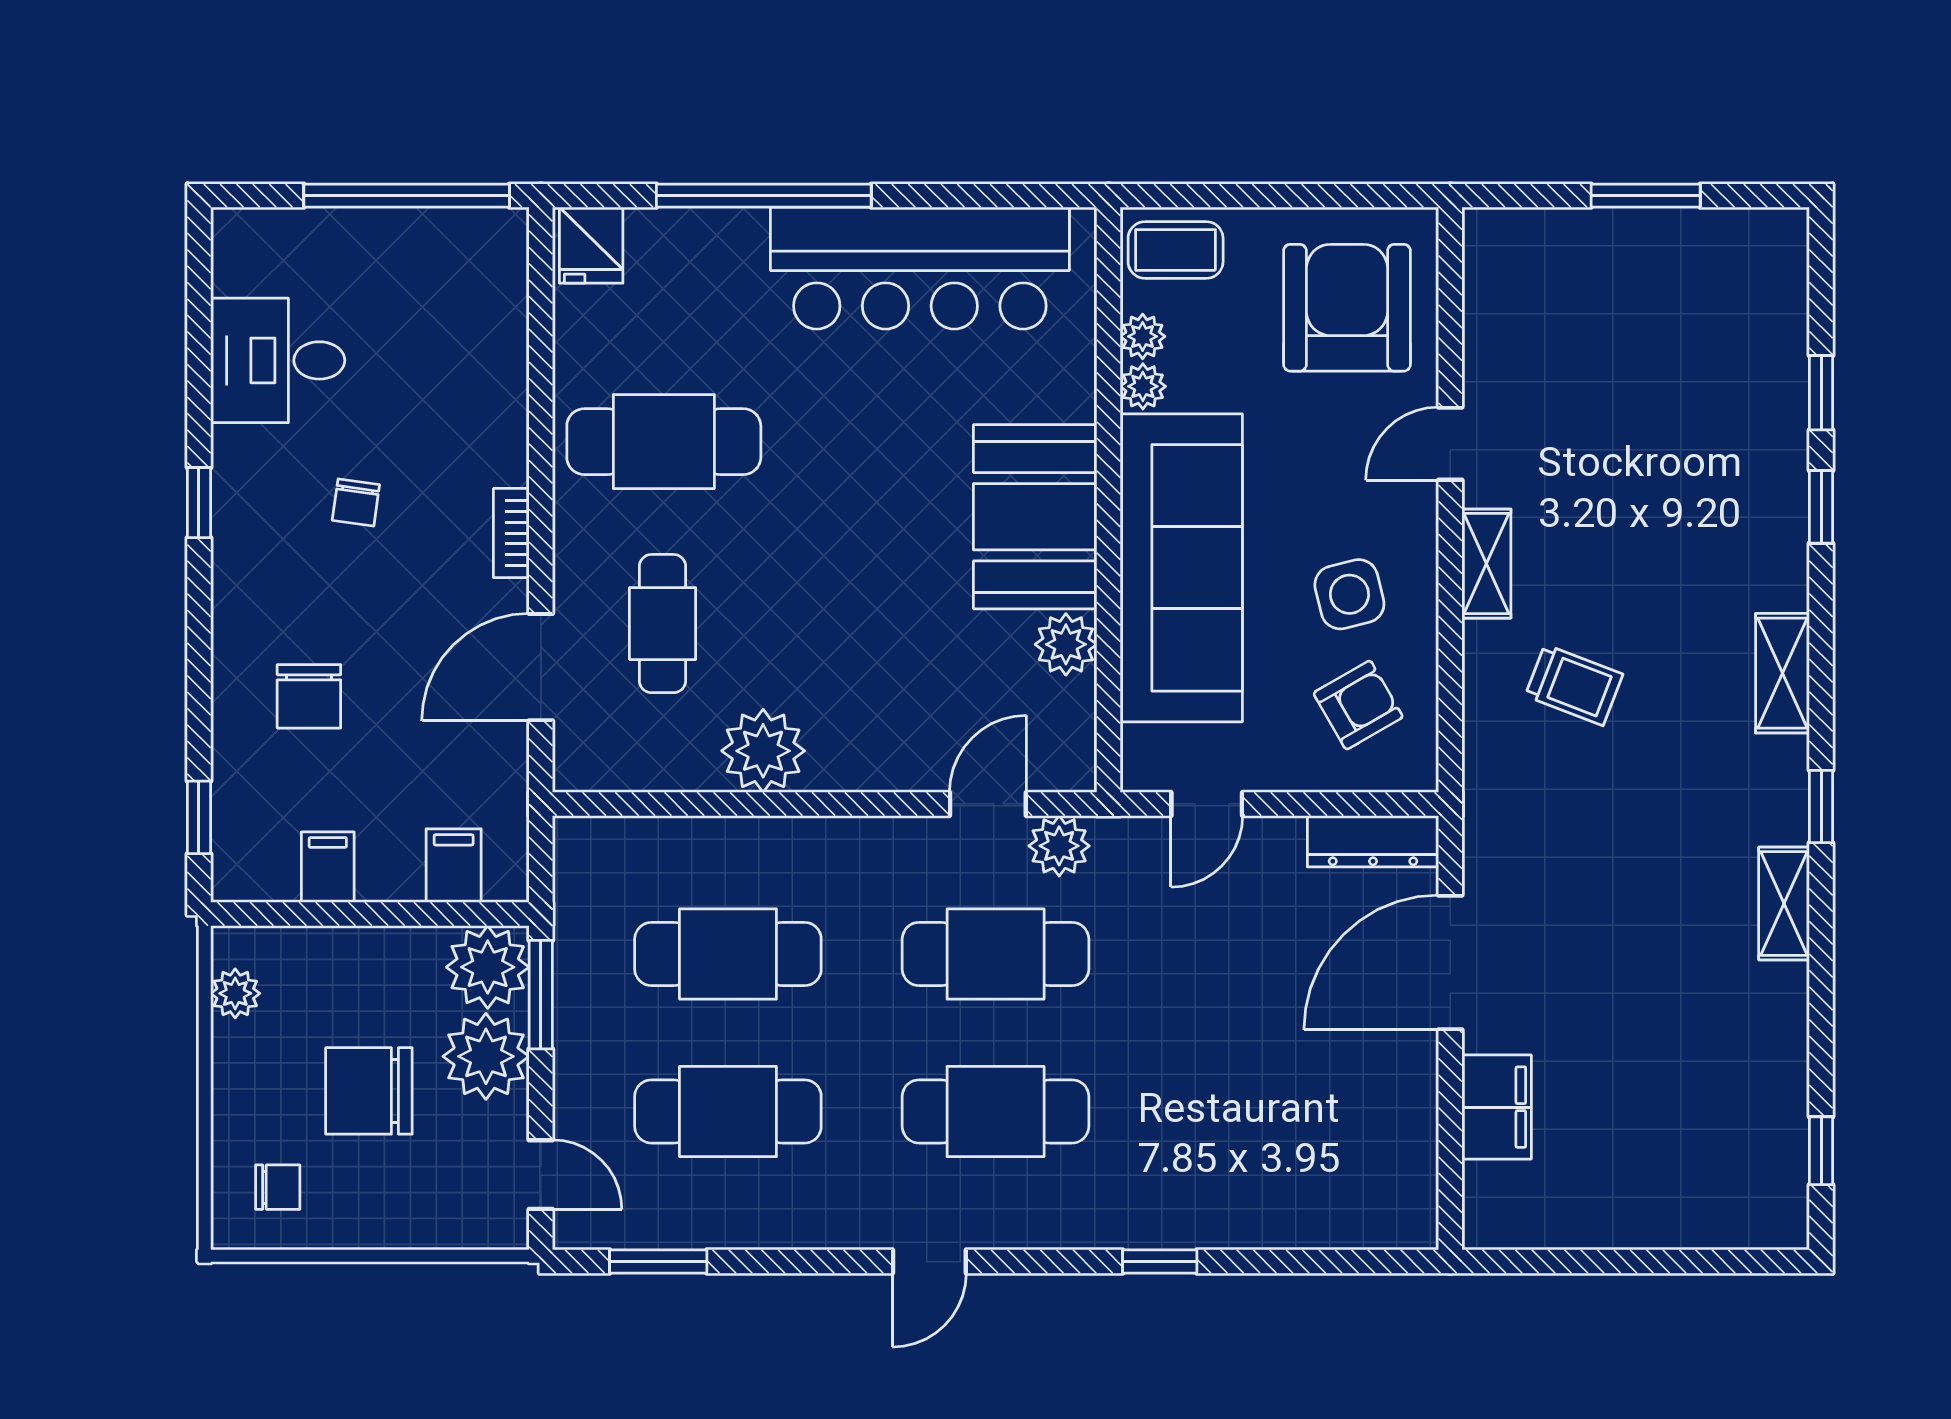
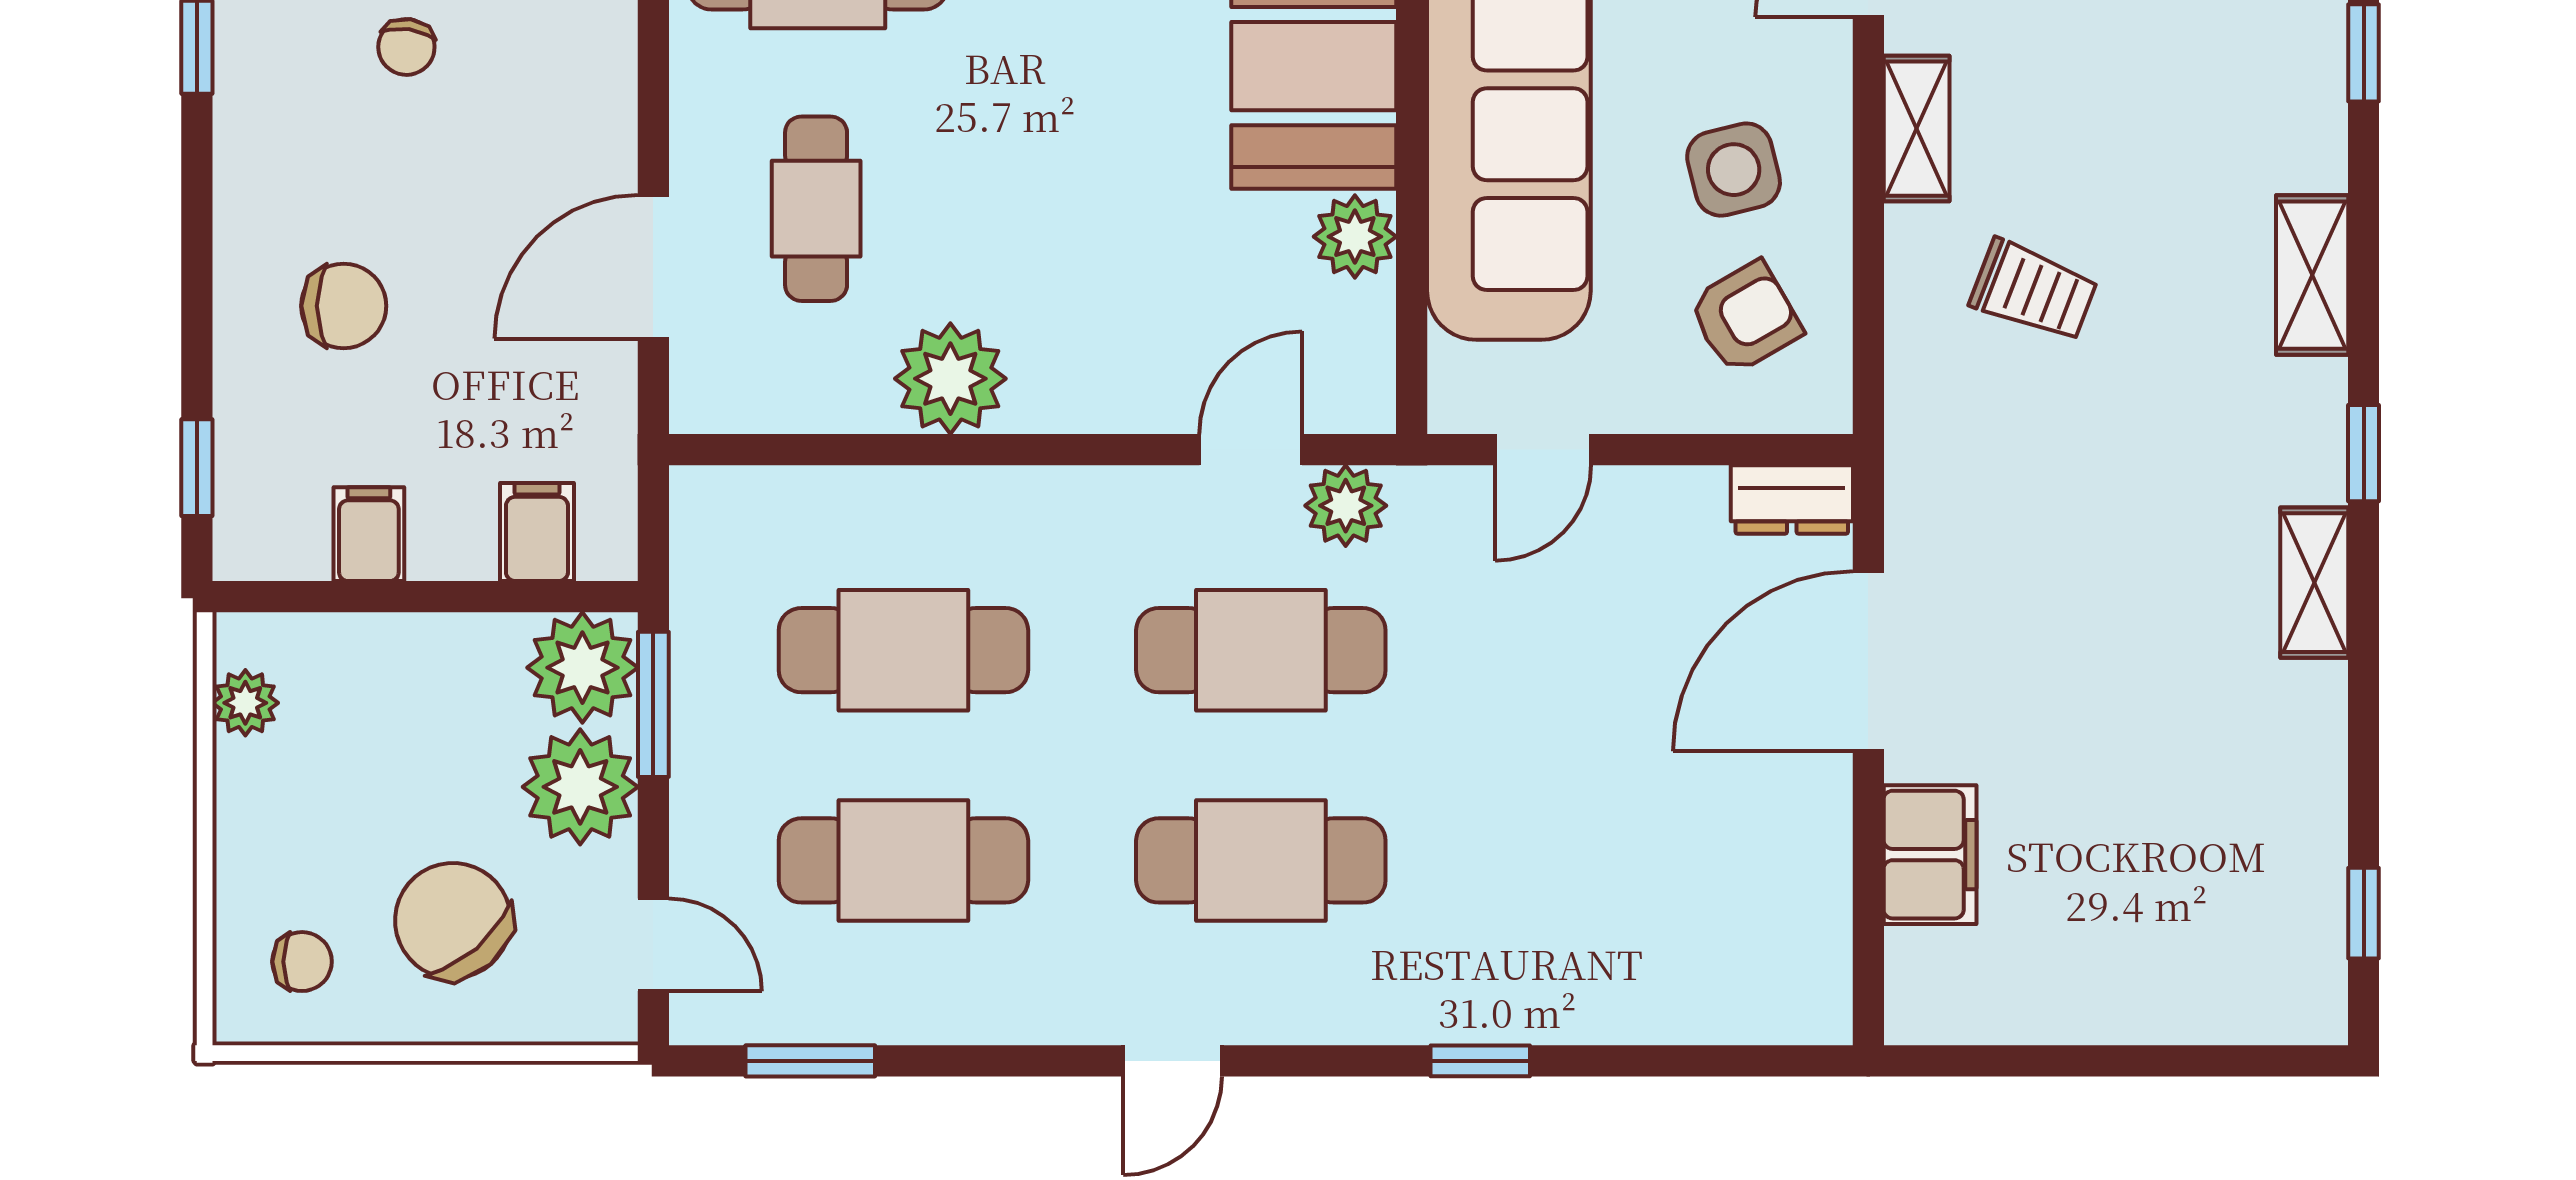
bookcase: (511, 533) -> (614, 88), removed
chair: (309, 696) -> (344, 306), turned -90
dresser: (1373, 841) -> (1792, 499), width x0.70
chair: (369, 1091) -> (453, 921), moved, turned 49

